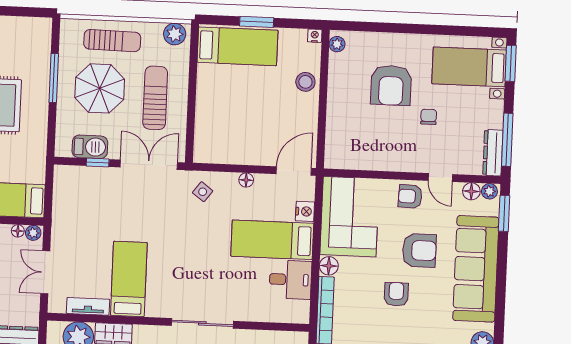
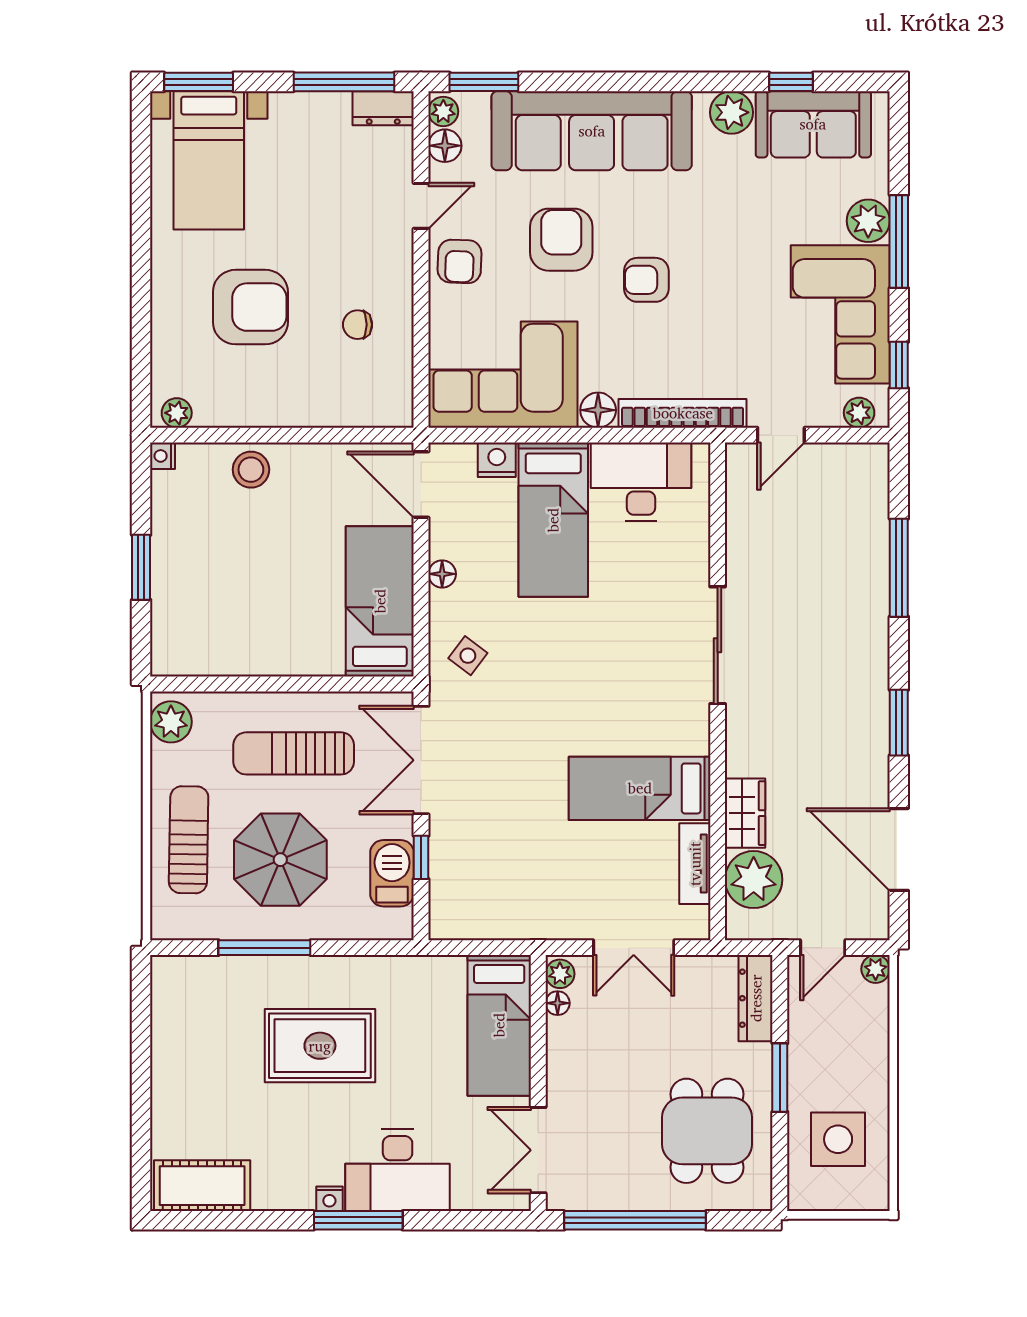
bed: (238, 46) -> (380, 601), moved
chair: (429, 117) -> (358, 325), moved
dresser: (493, 153) -> (383, 108), width x0.70
desk: (290, 280) -> (641, 482), width x1.37

